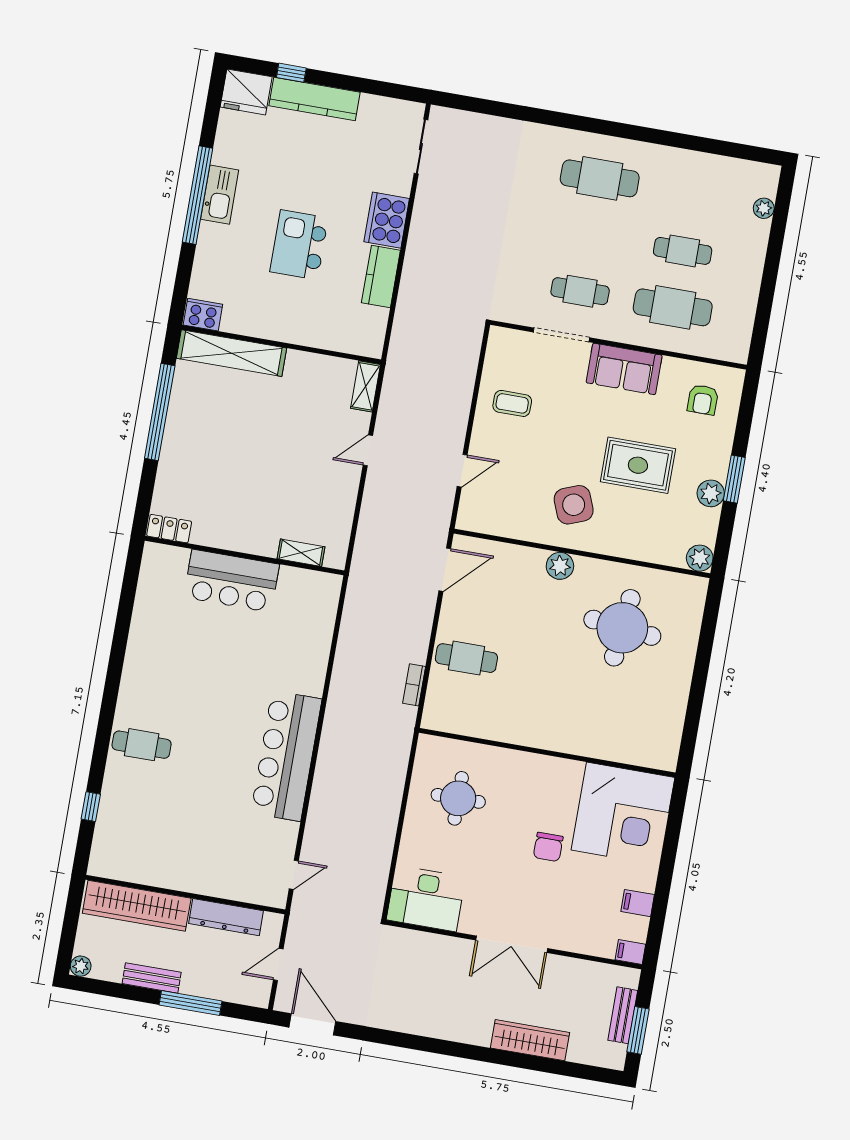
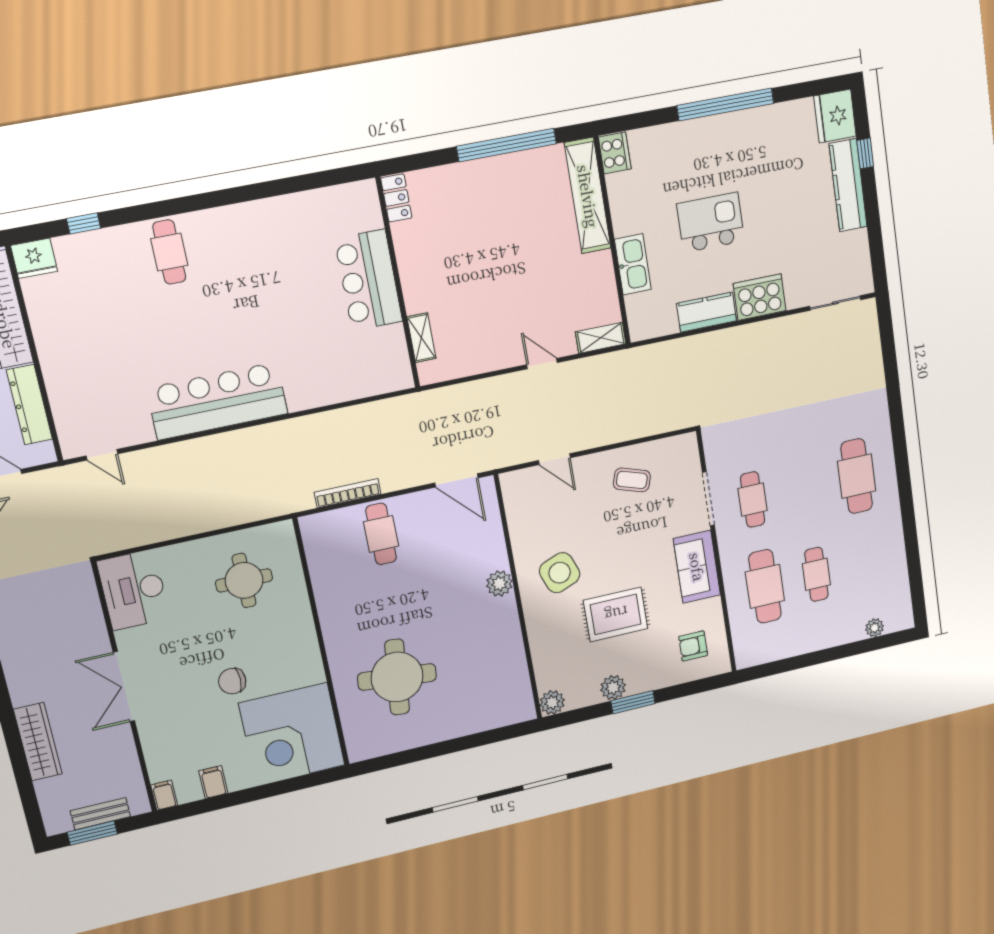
kitchen sink: (220, 195) -> (633, 264), moved, turned -90
coffee table: (512, 403) -> (632, 480), turned -72
rug: (638, 465) -> (616, 614), turned 90
round table: (622, 628) -> (397, 677), moved
bookcase: (414, 685) -> (348, 493), width x1.56
fridge: (104, 860) -> (34, 258), added

